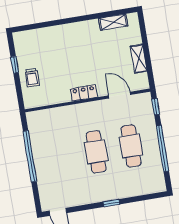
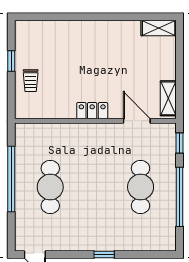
shelving: (113, 22) -> (159, 28), moved
shelving: (139, 59) -> (168, 98), moved
cafe table: (96, 152) -> (50, 187), moved

